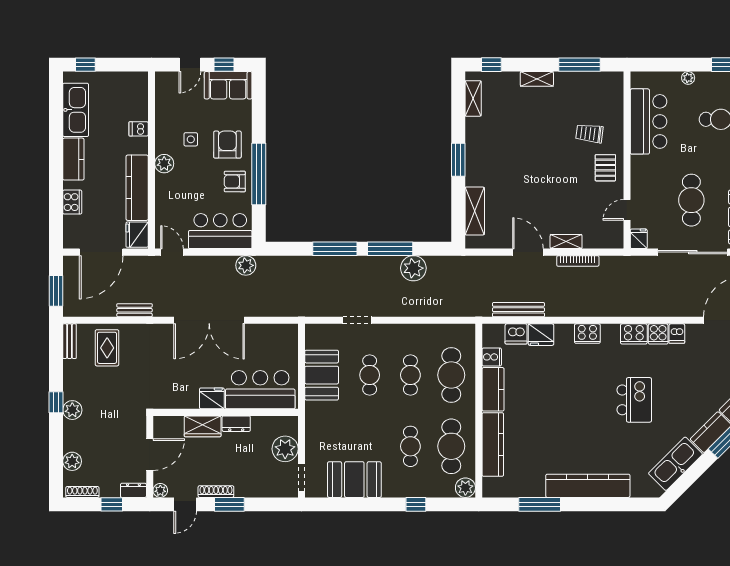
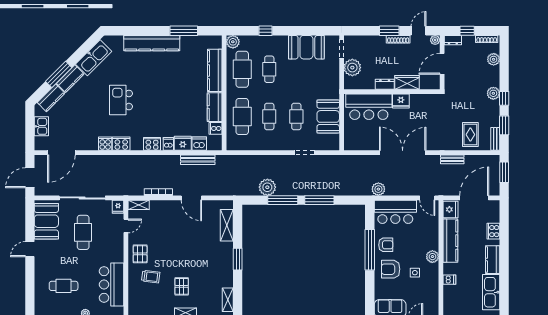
pallet: (543, 119) -> (182, 286), added
armchair: (227, 145) -> (391, 269), turned 90
shelving: (566, 242) -> (139, 205), moved
dishwasher: (677, 334) -> (168, 144), moved
window: (56, 362) -> (504, 125), added

